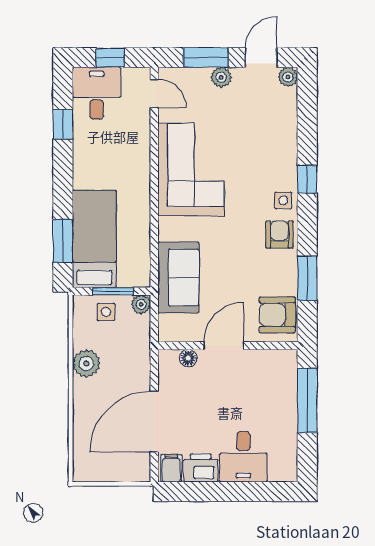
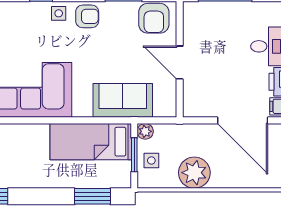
armchair: (279, 235) -> (87, 16), turned 180
bed: (94, 239) -> (91, 142), moved
floor lamp: (188, 358) -> (190, 92), removed
plant: (86, 363) -> (194, 173), width x1.36, depth x1.36

